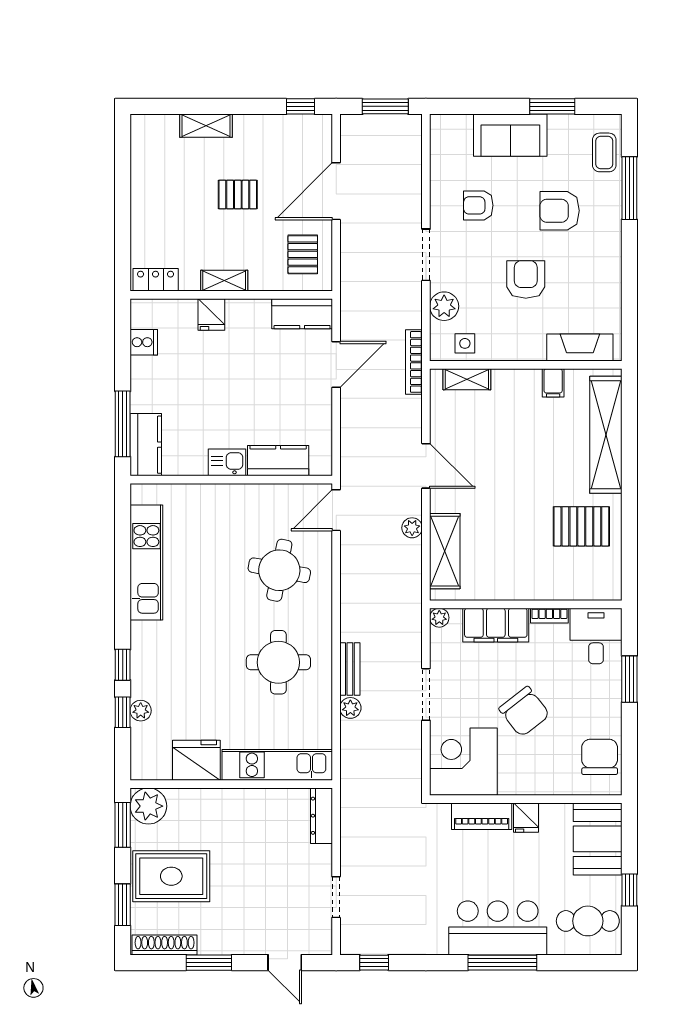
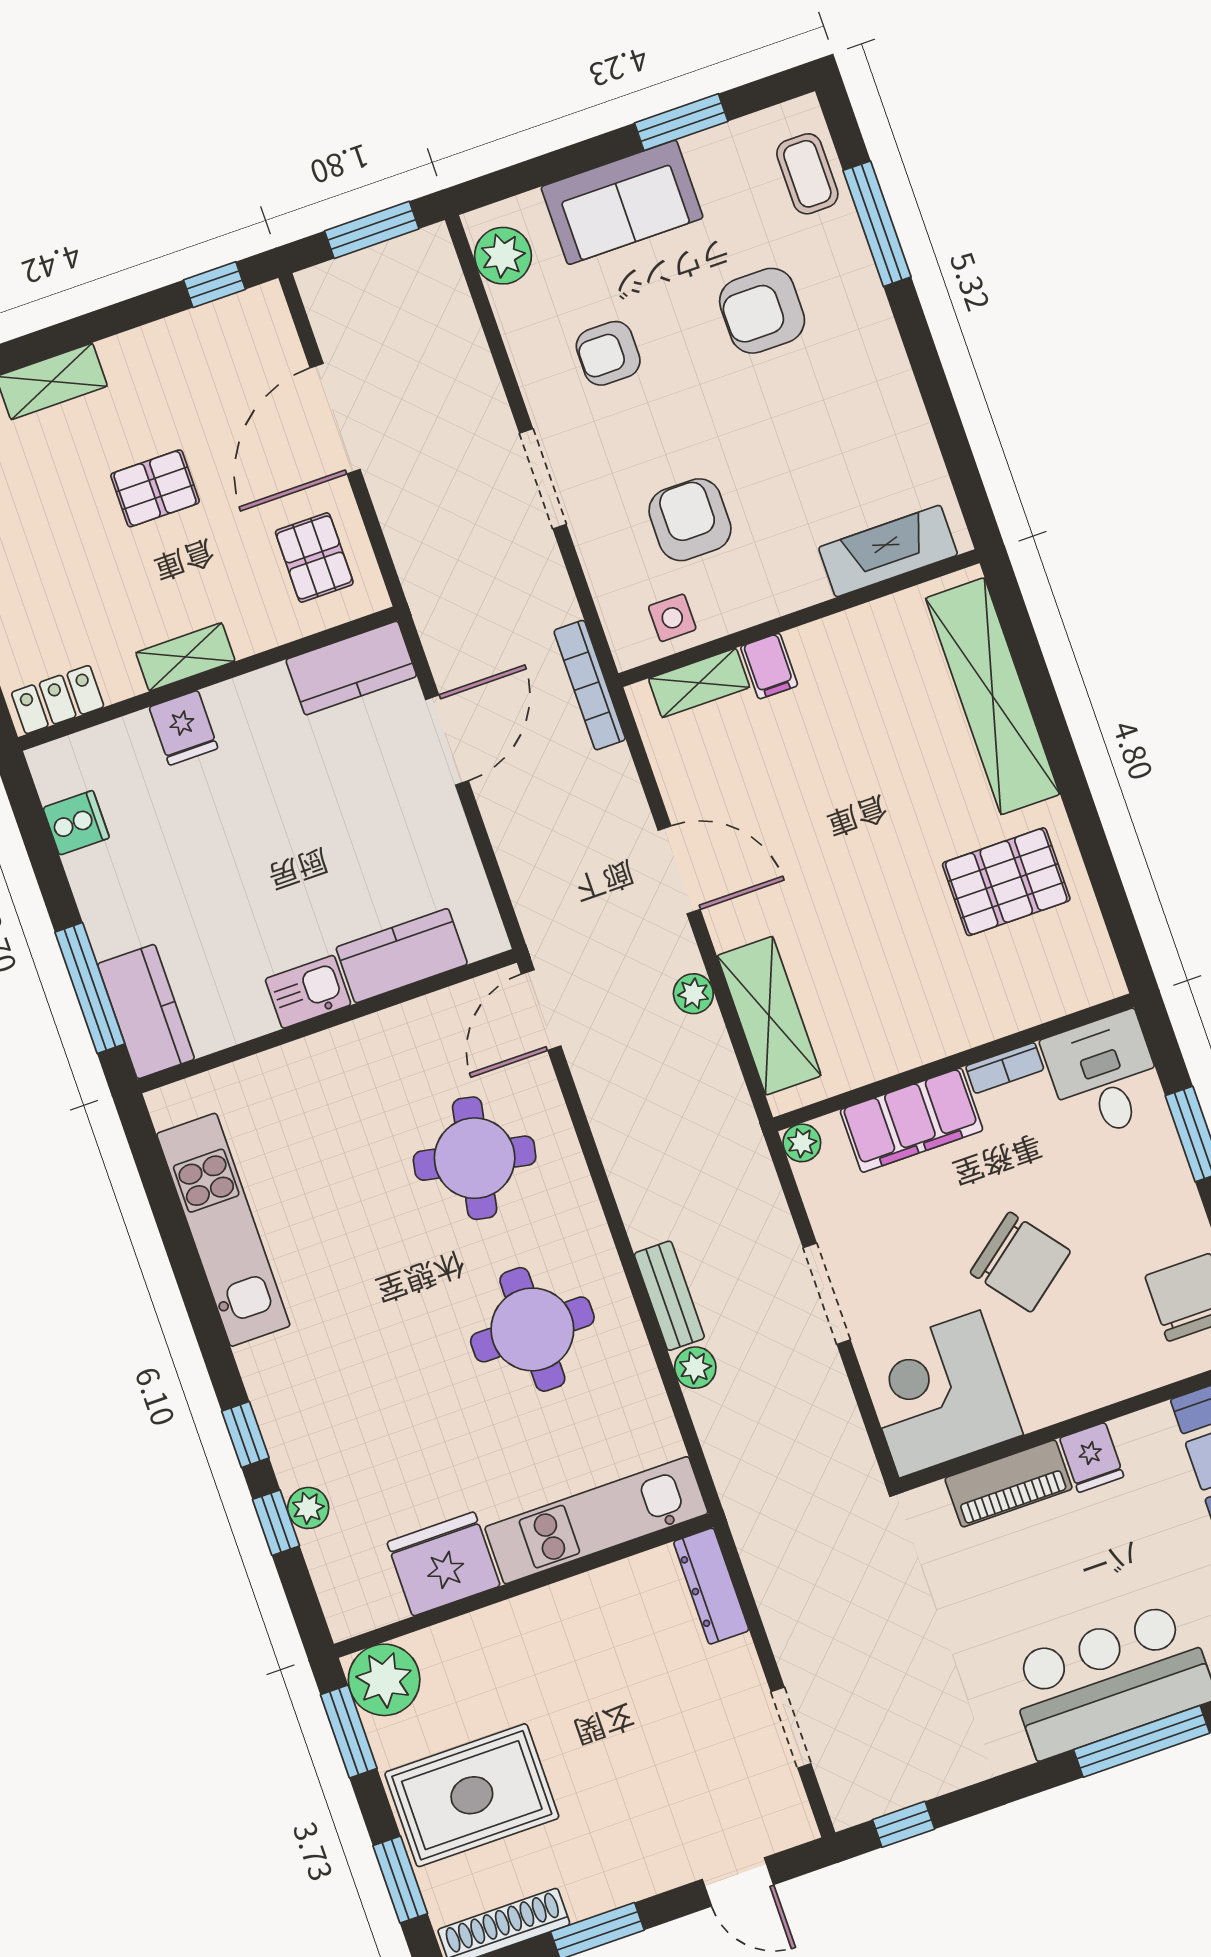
armchair: (526, 279) -> (690, 520), moved
plant: (444, 306) -> (503, 256), moved
filing cabinet: (553, 383) -> (769, 666), moved

